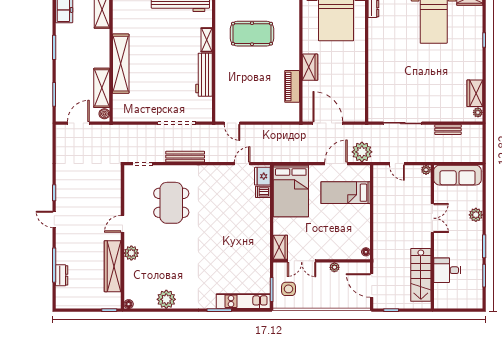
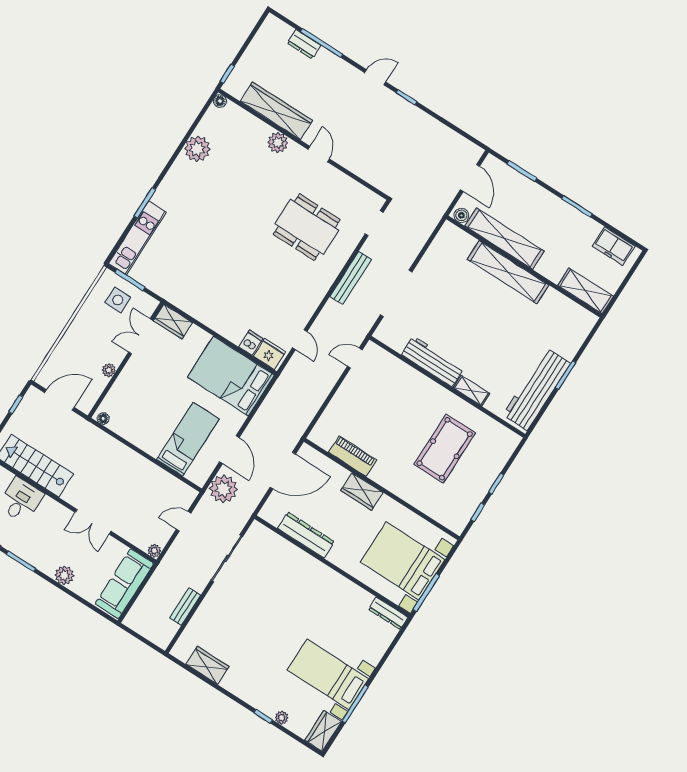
dresser: (358, 84) -> (306, 535), added
shelving: (102, 88) -> (505, 239), width x1.47
plant: (478, 112) -> (282, 718), moved

